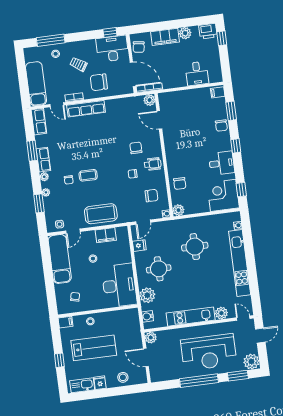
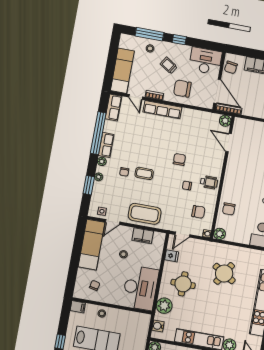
window: (110, 33) -> (179, 40), moved
chair: (136, 148) -> (179, 159), moved
window: (32, 151) -> (98, 133), width x2.11
round table: (195, 247) -> (224, 273), turned 32

